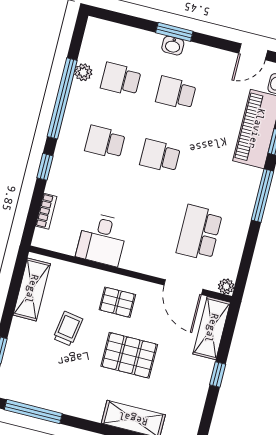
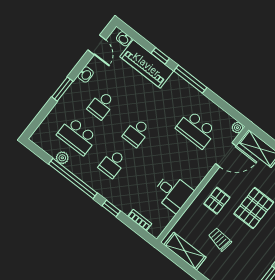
washbasin: (173, 46) -> (86, 74), moved
school desk: (121, 79) -> (77, 136), width x1.85

